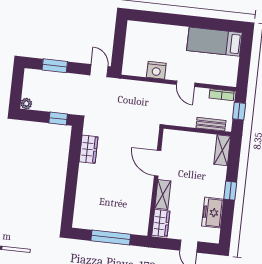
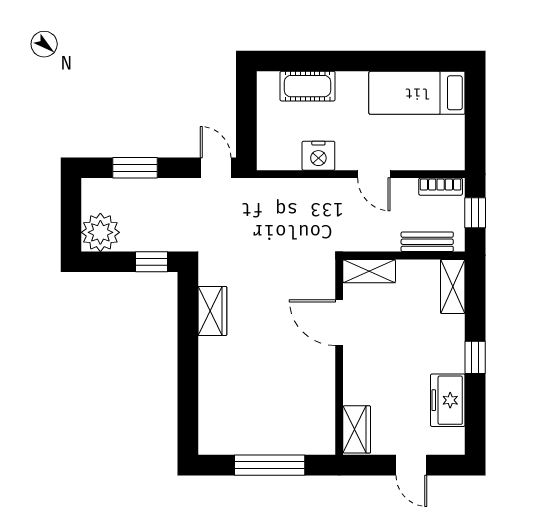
cot: (155, 31) -> (308, 86), added
plant: (26, 104) -> (100, 232), width x1.88, depth x1.88
shelving: (163, 194) -> (369, 271), moved, turned 90

